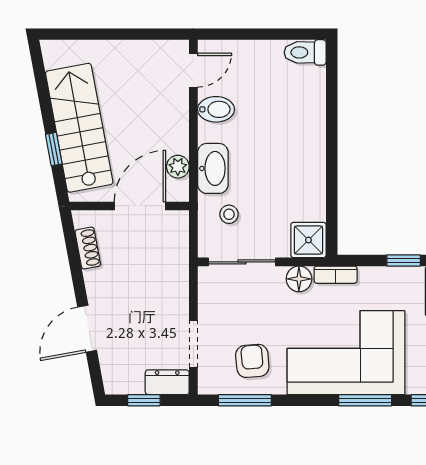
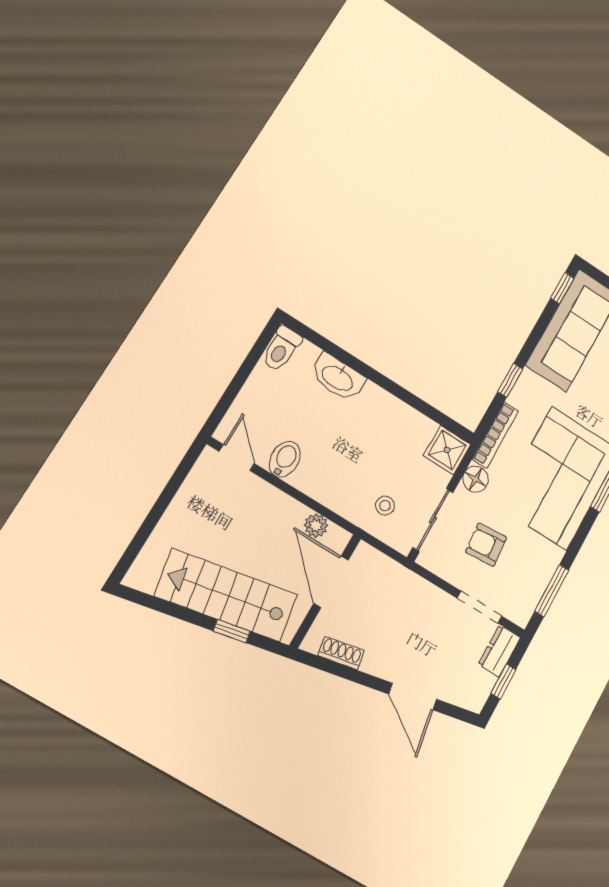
washbasin: (213, 168) -> (338, 378), moved, turned 180
bookcase: (336, 275) -> (496, 435), width x1.56
armchair: (252, 361) -> (486, 545), moved

